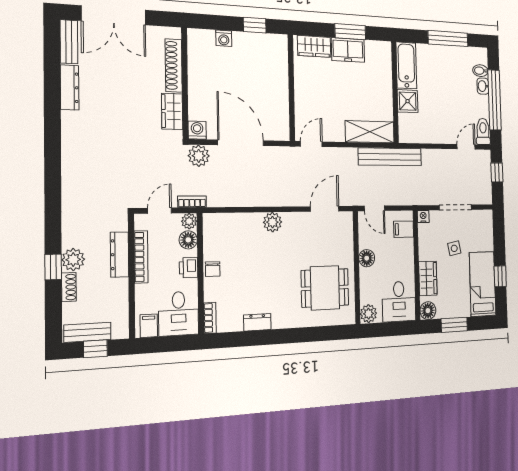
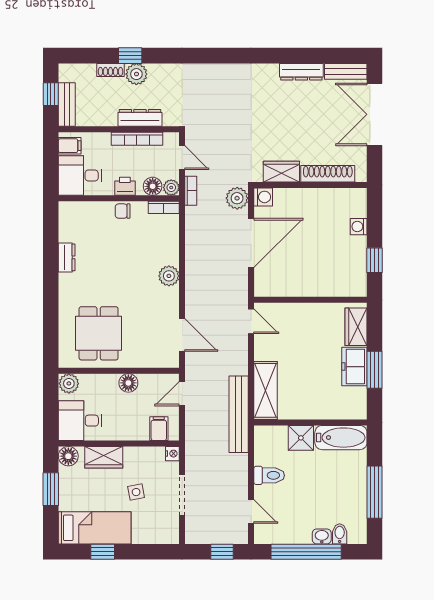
toilet: (483, 131) -> (269, 475), moved
bookcase: (210, 318) -> (164, 207), moved
bench: (87, 332) -> (67, 105), moved

